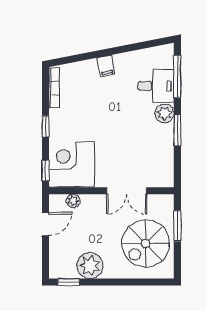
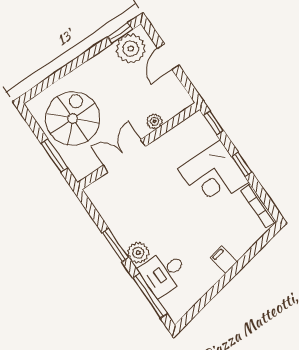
corner desk: (72, 165) -> (213, 175), moved, turned 90
plant: (73, 201) -> (154, 121), moved
door: (45, 224) -> (168, 57), moved
plant: (90, 266) -> (131, 49), moved

